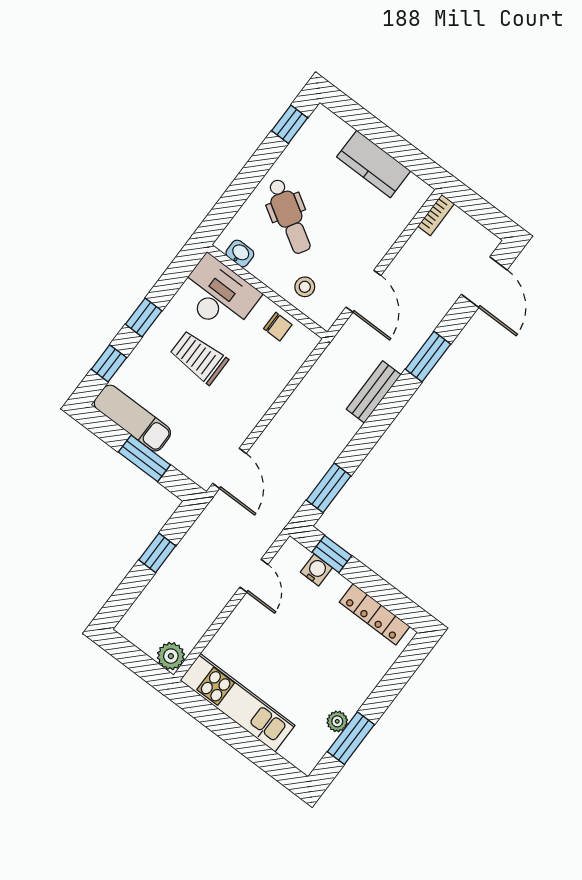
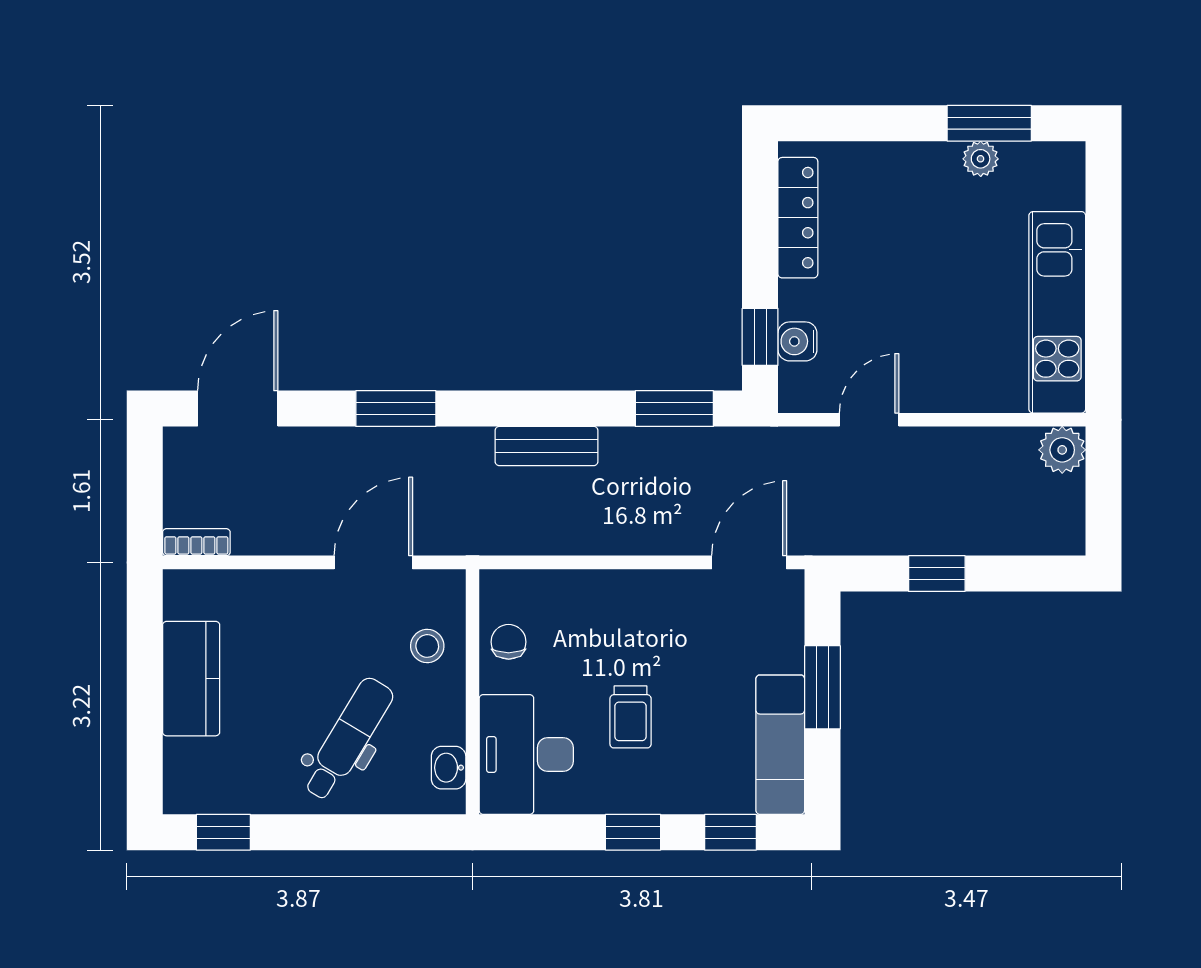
trolley: (199, 357) -> (631, 717), width x0.73, depth x0.72
bench: (374, 392) -> (547, 446), moved

